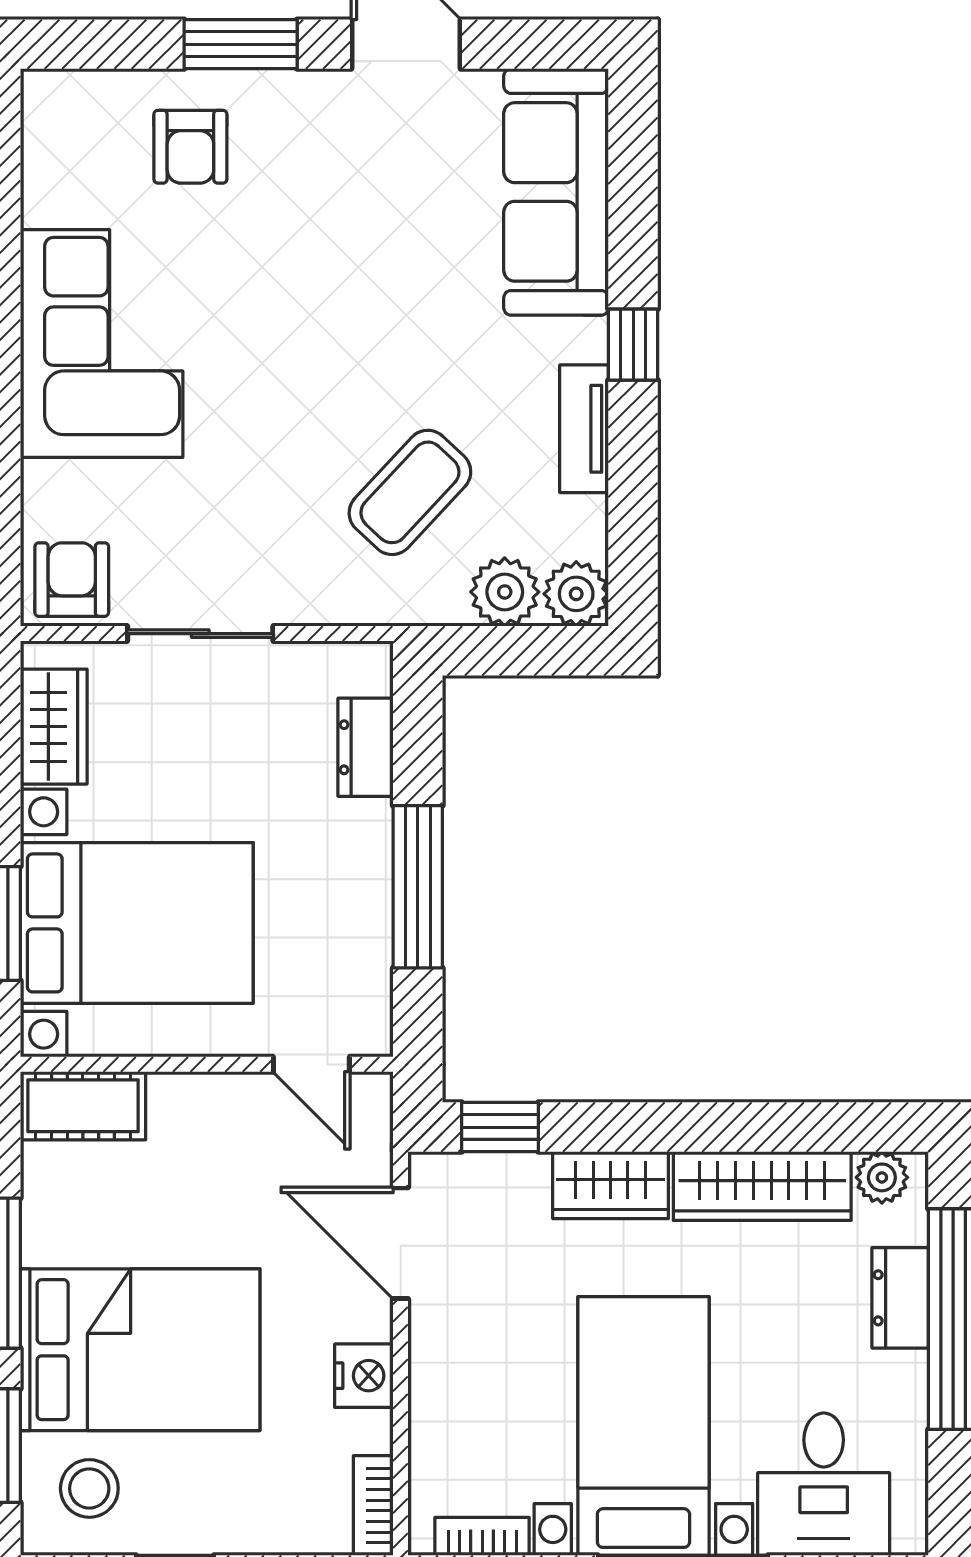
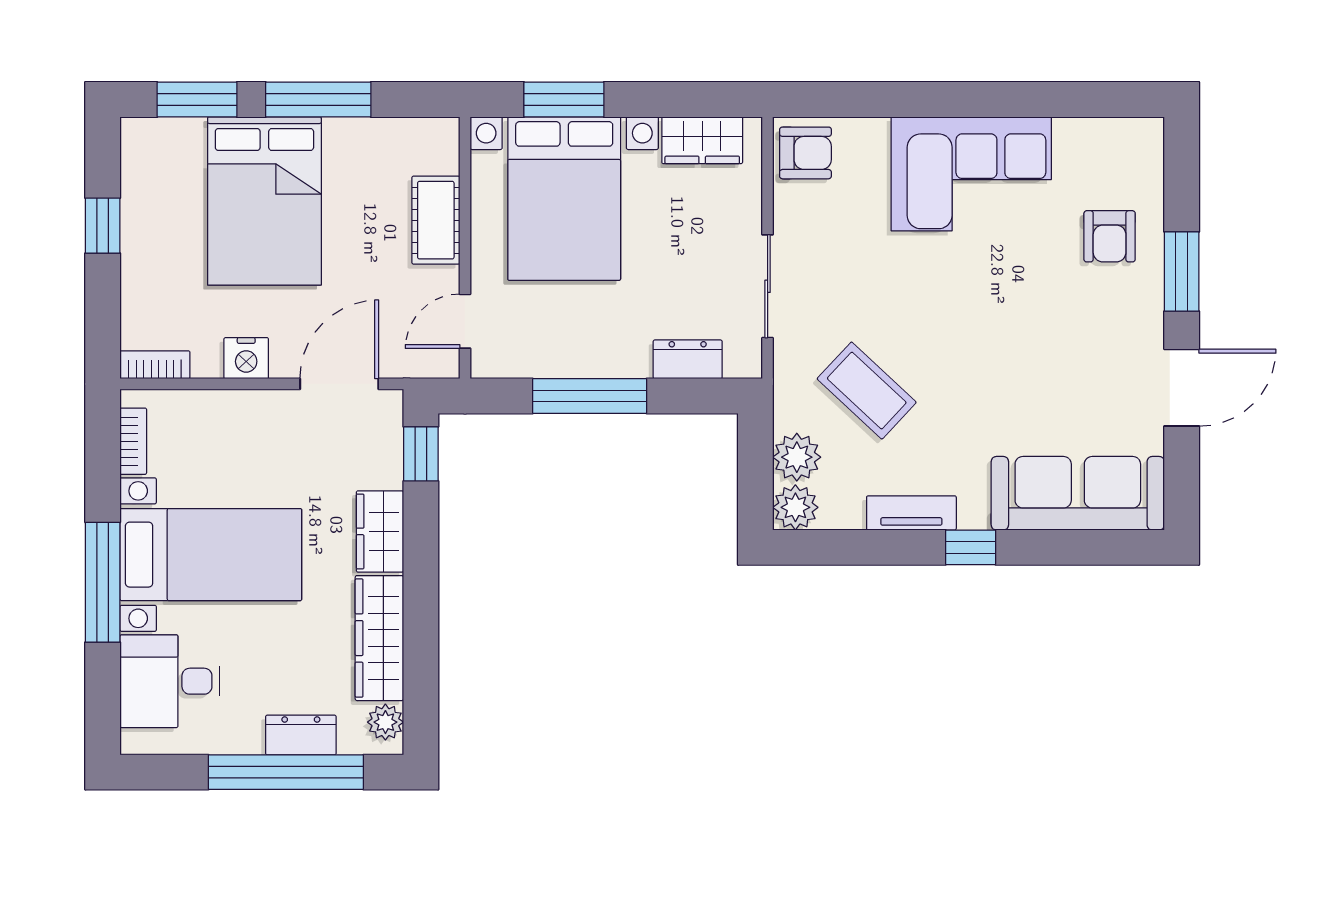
armchair: (190, 147) -> (1110, 236), turned -90
sliding door: (200, 634) -> (768, 286), moved
cot: (83, 1106) -> (436, 220), moved
stool: (89, 1488) -> (167, 165), removed

